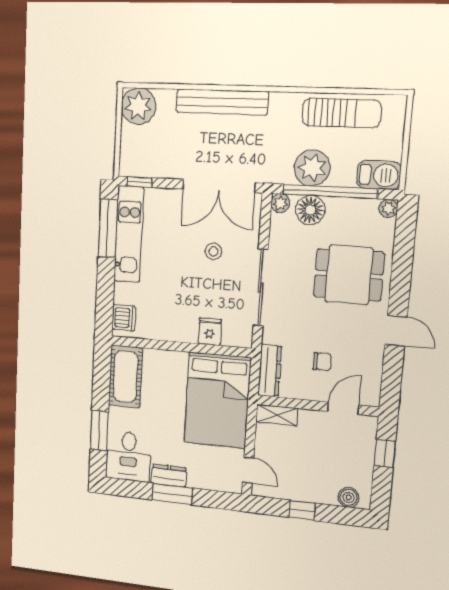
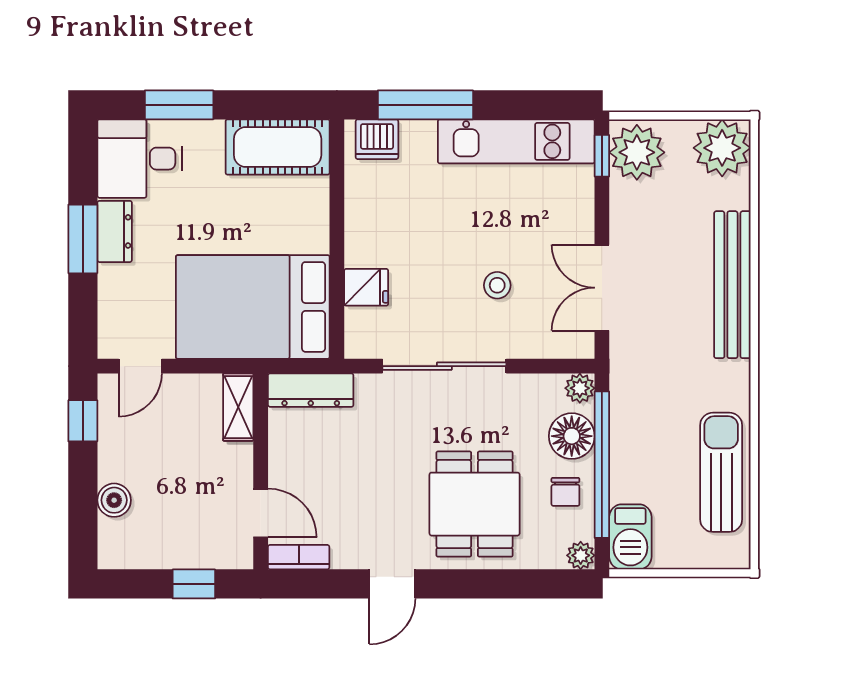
sun lounger: (341, 113) -> (721, 472), turned 180
plant: (312, 168) -> (637, 152), moved
double door: (219, 186) -> (602, 288), width x0.73
window: (108, 228) -> (425, 105), moved
chair: (322, 362) -> (565, 492), moved
bookcase: (373, 388) -> (299, 557), added
boiler: (349, 497) -> (114, 500), moved
window: (302, 510) -> (83, 421), moved

